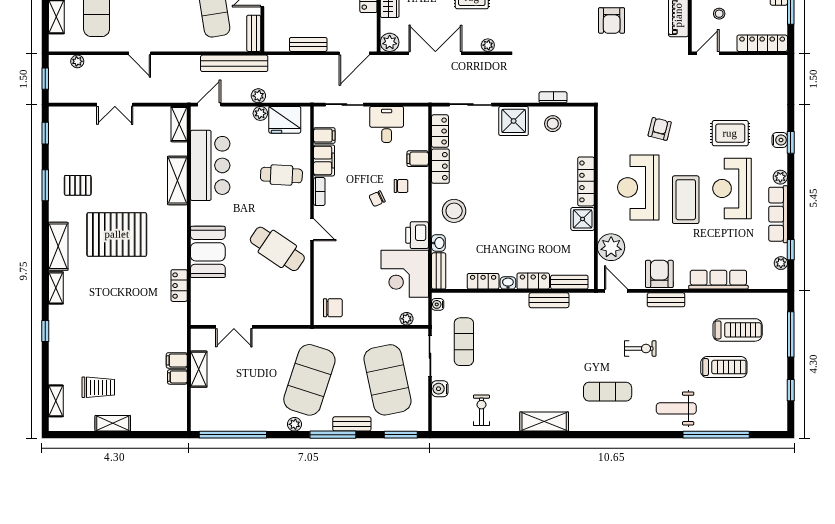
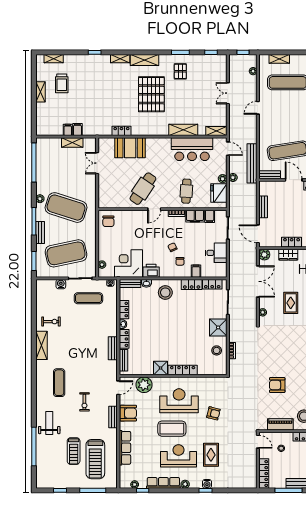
booth: (208, 252) -> (130, 148), moved
treadmill: (738, 330) -> (95, 459), width x1.37, depth x1.38
exercise bike: (481, 410) -> (51, 322), moved

